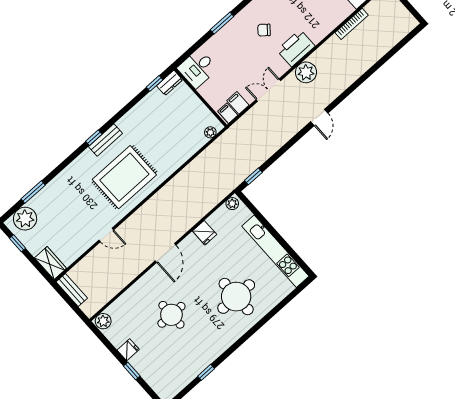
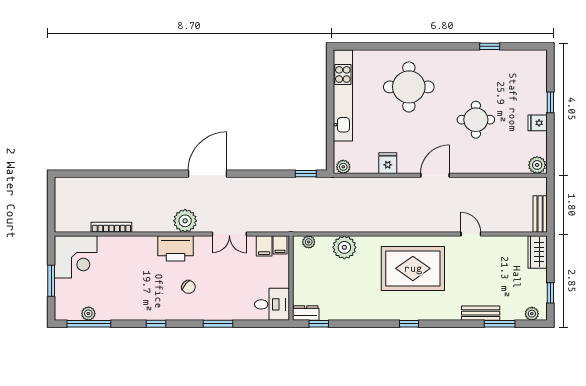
door: (319, 117) -> (207, 174), width x1.87
bench: (106, 140) -> (481, 313), moved
plant: (183, 150) -> (344, 247), added
plant: (25, 219) -> (532, 314), width x0.53, depth x0.53

